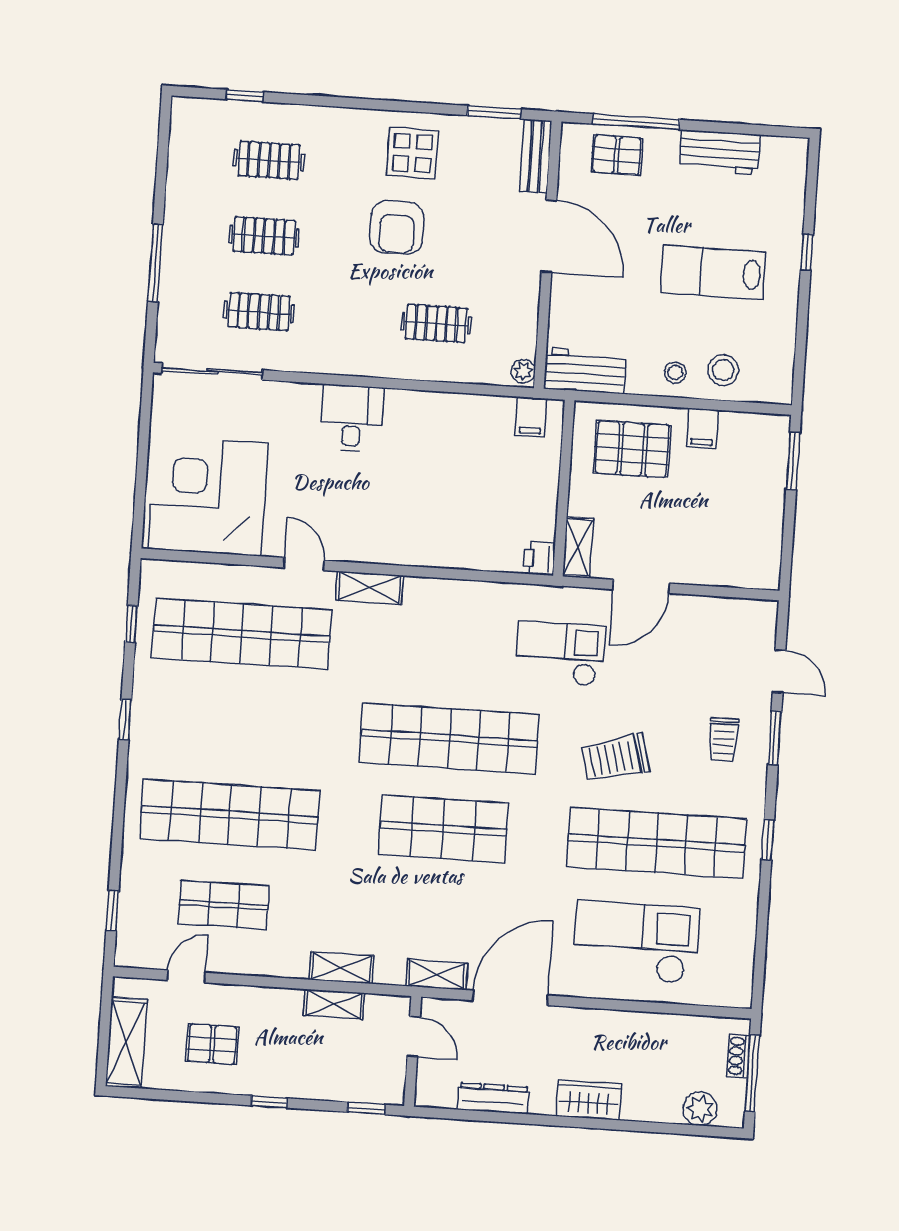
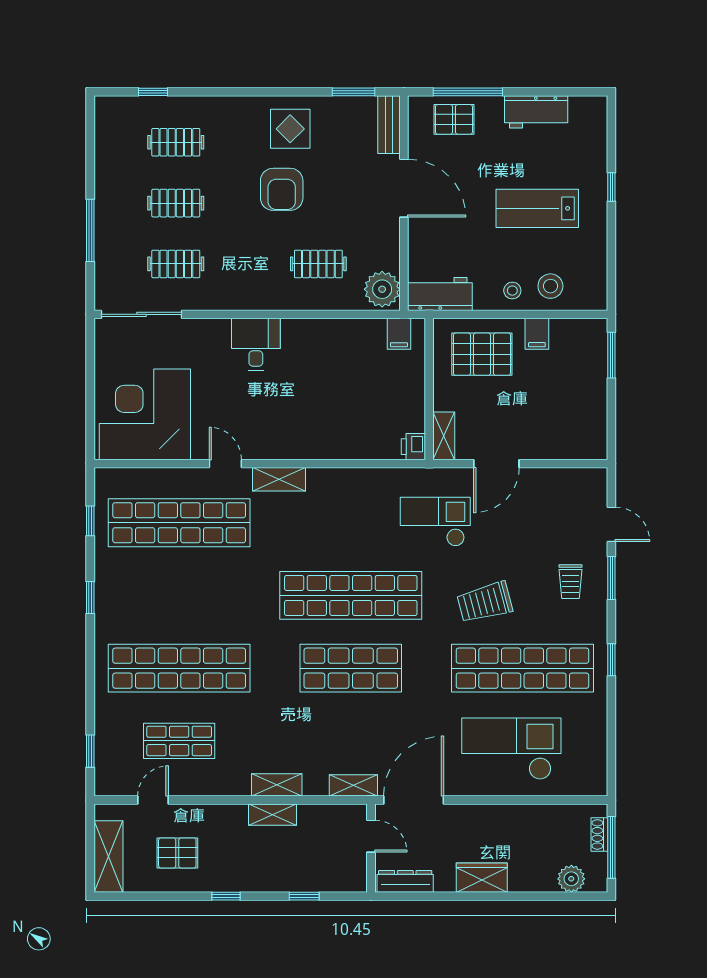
plant: (523, 371) -> (382, 289), width x1.87, depth x1.87
door: (414, 1036) -> (371, 836), moved
wall: (413, 1051) -> (371, 848), moved

